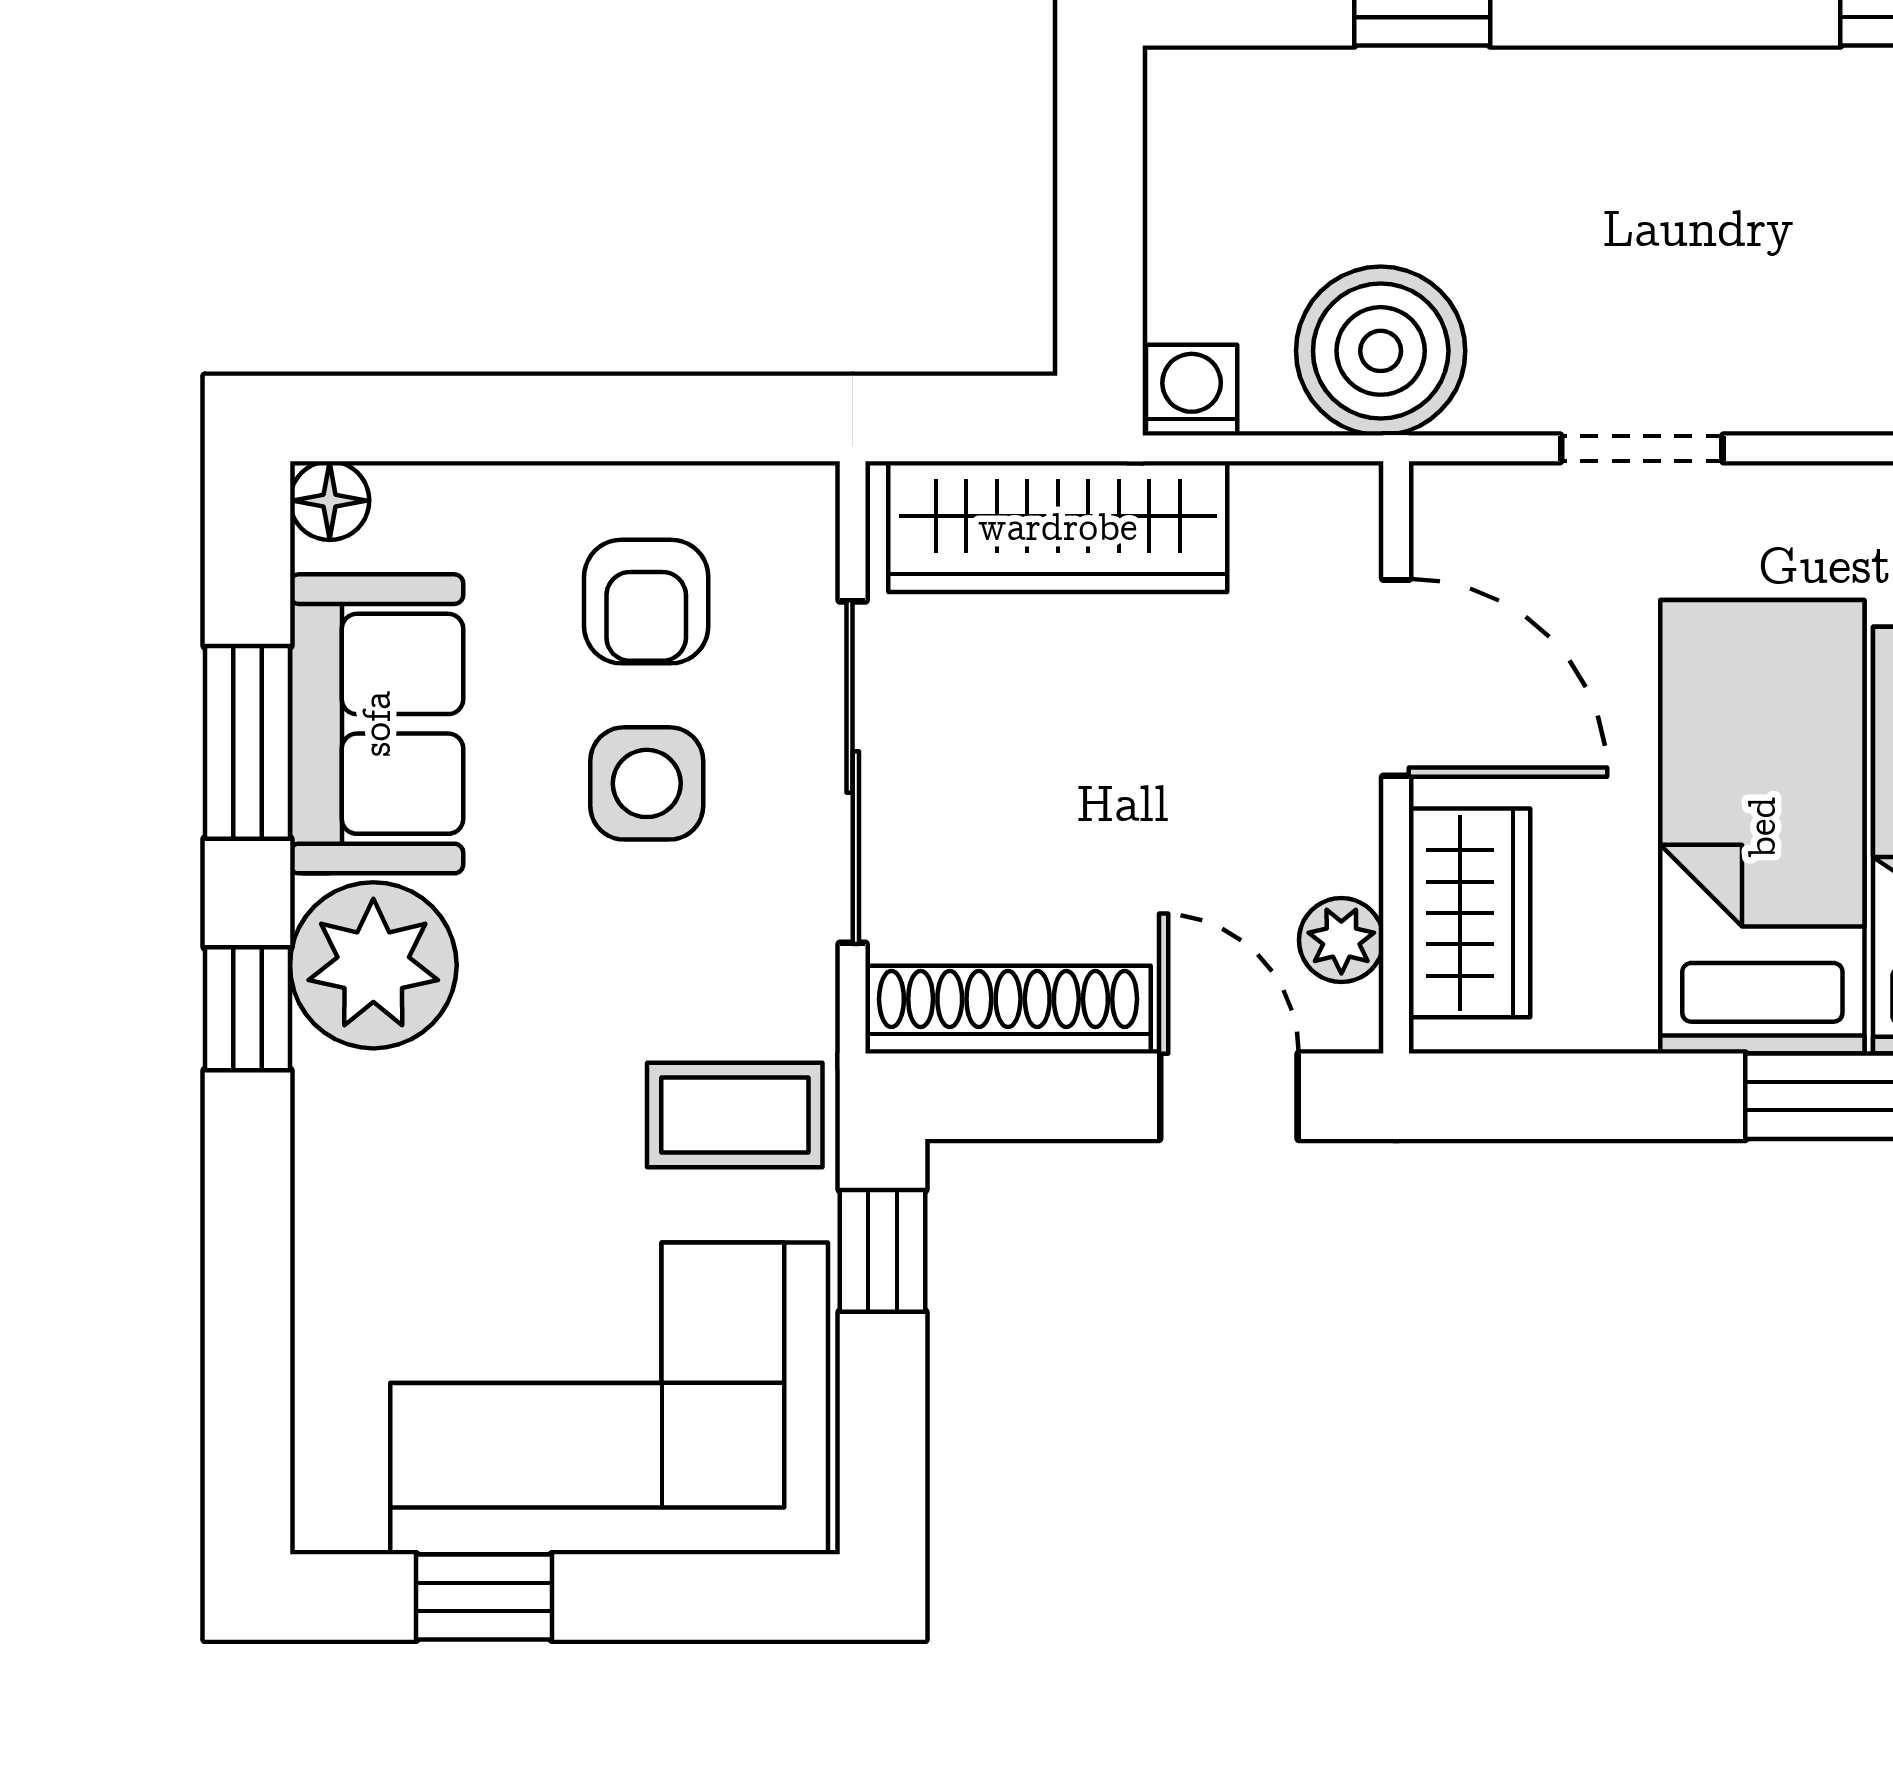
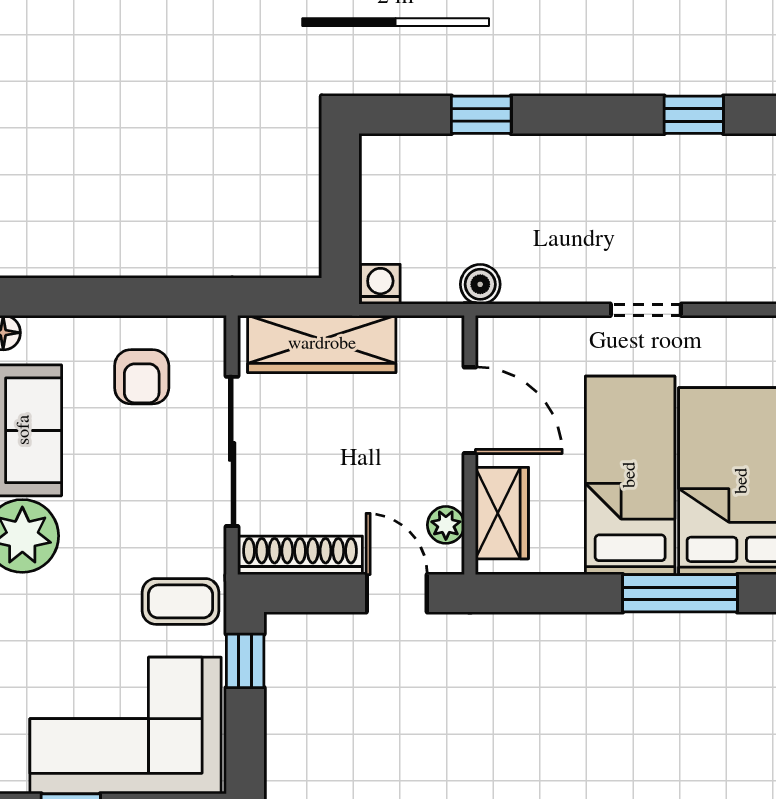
boiler: (1381, 351) -> (480, 284), width x0.54, depth x0.54
doorway: (1642, 448) -> (646, 310), moved
side table: (647, 783) -> (142, 456), removed

